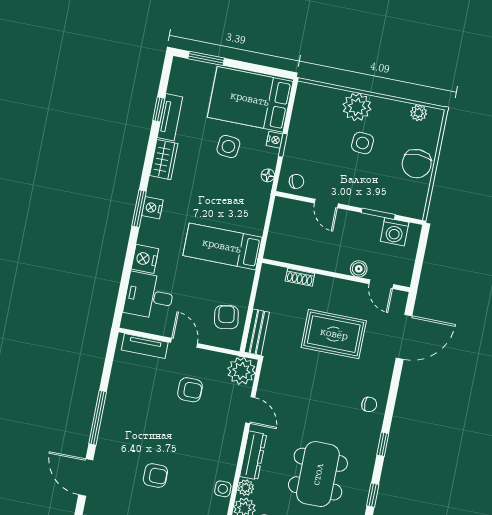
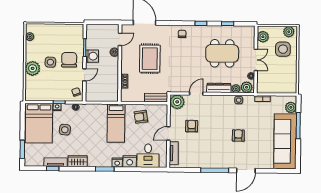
chair: (417, 164) -> (69, 60), moved, turned -90
nightstand: (152, 208) -> (117, 162), moved
washing machine: (395, 232) -> (92, 56), moved
armchair: (226, 317) -> (141, 117), moved

